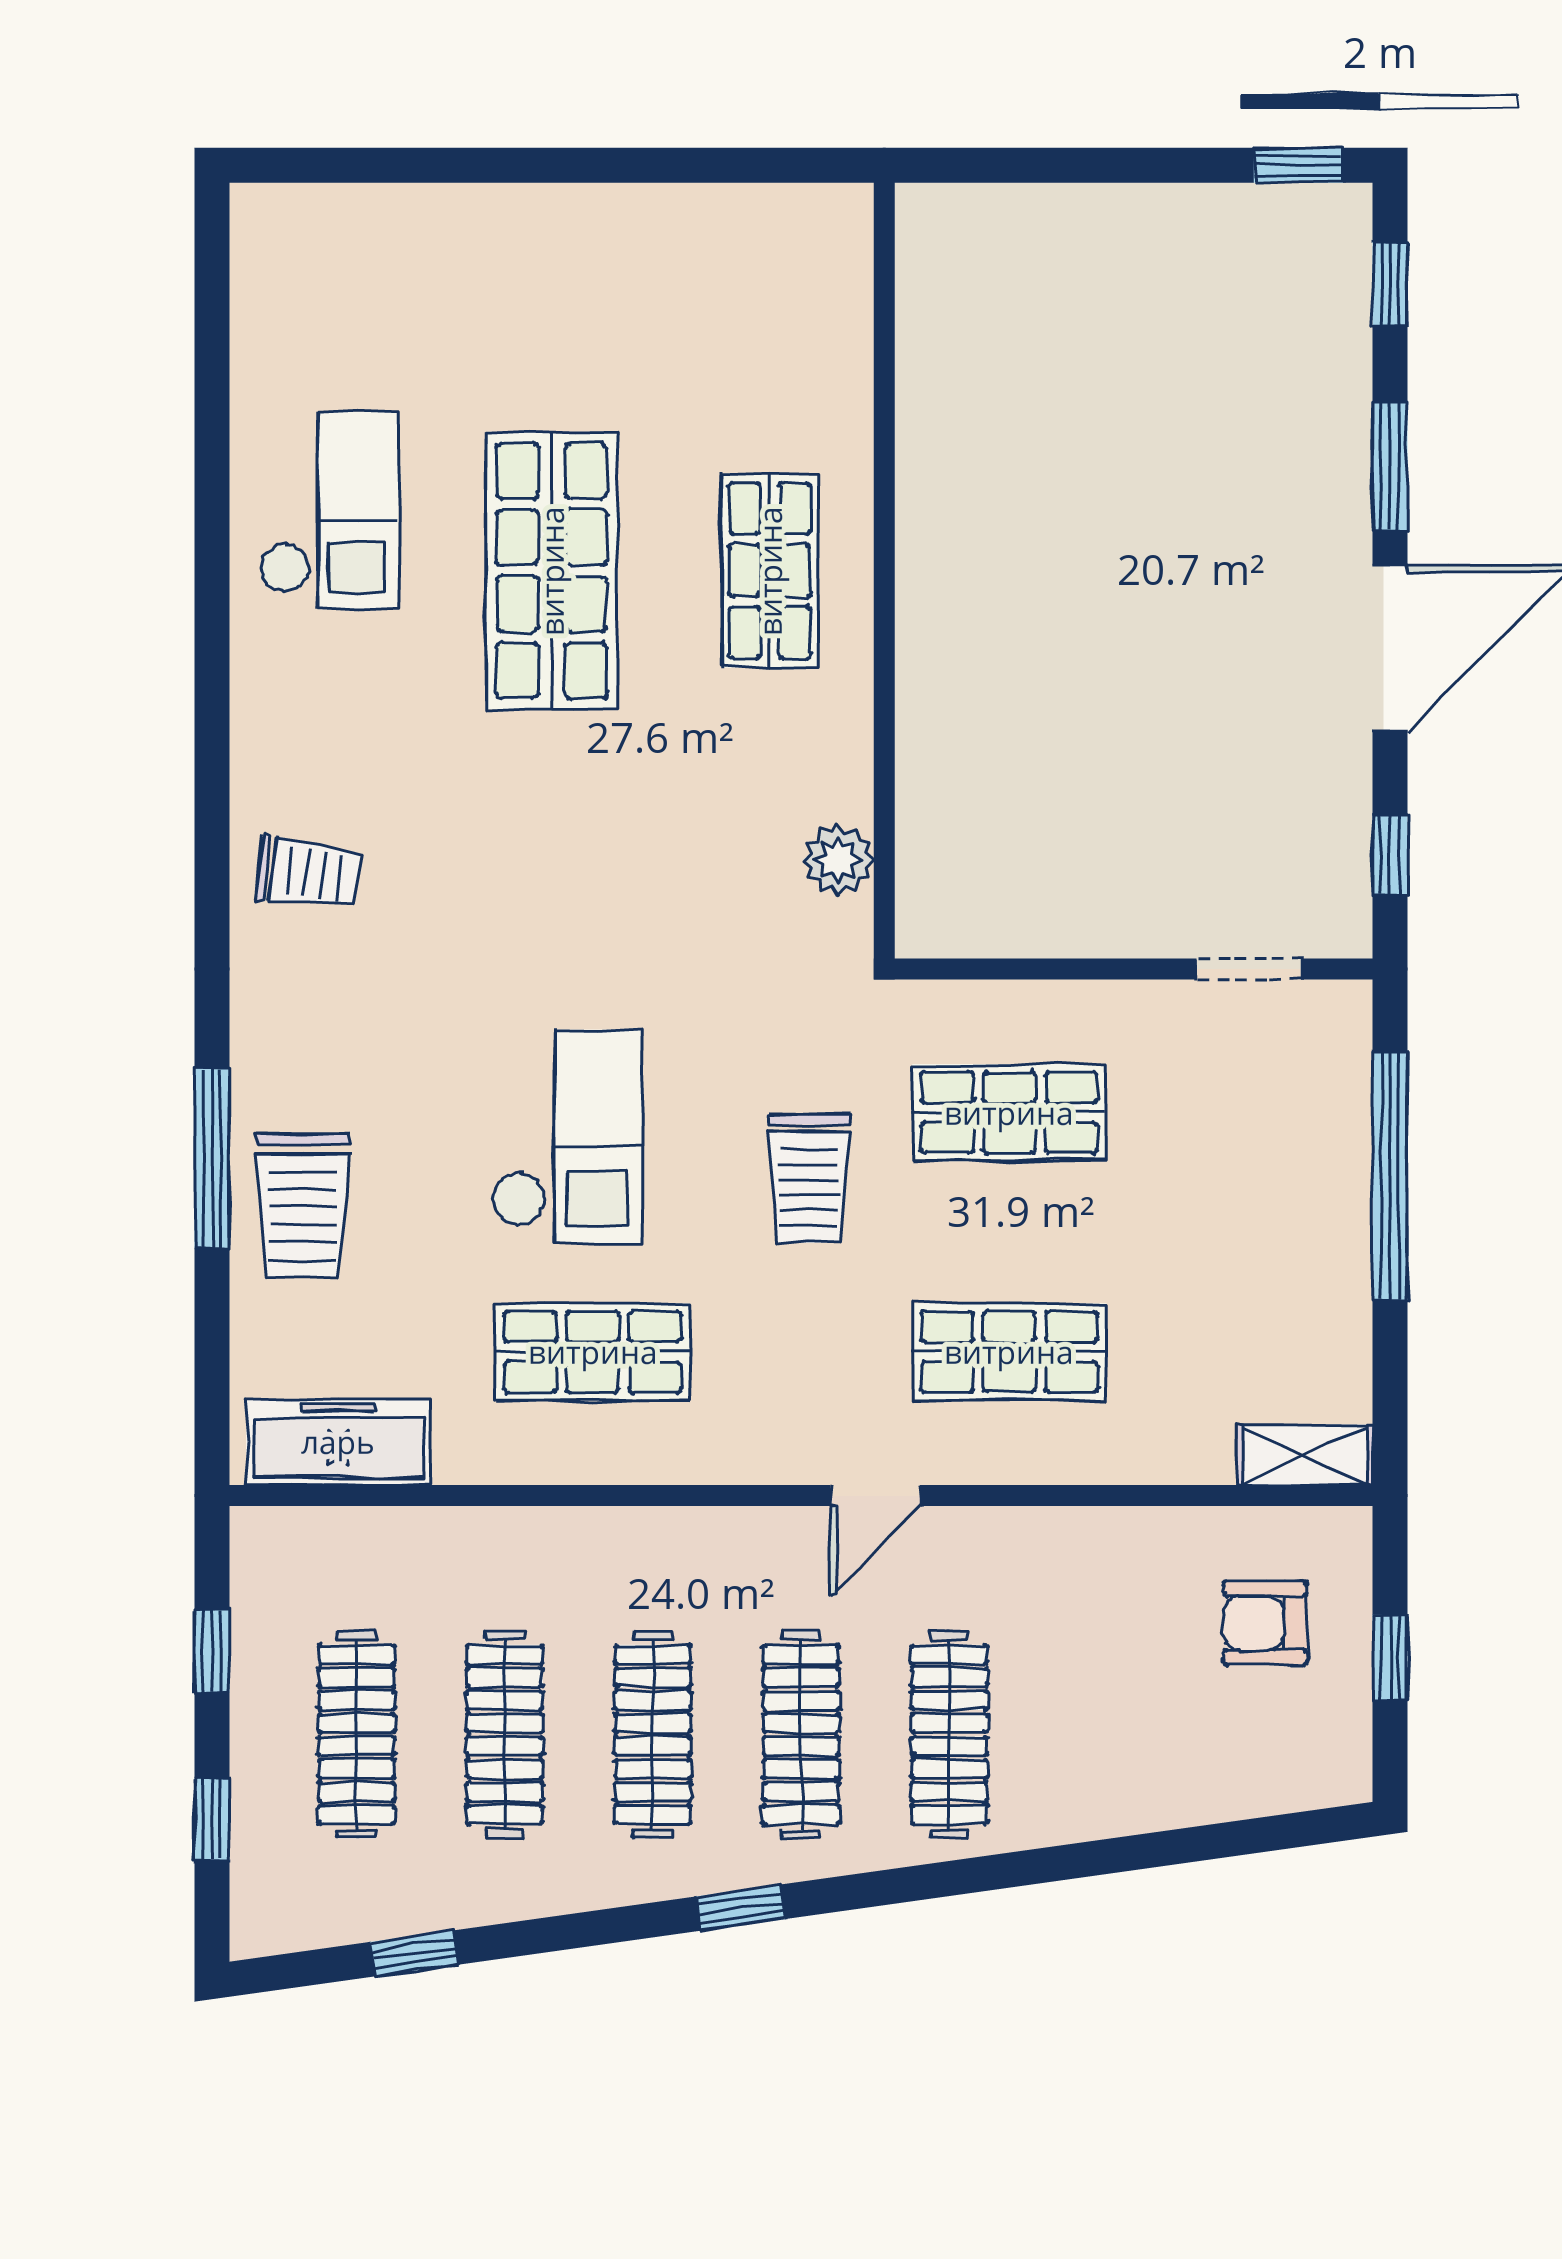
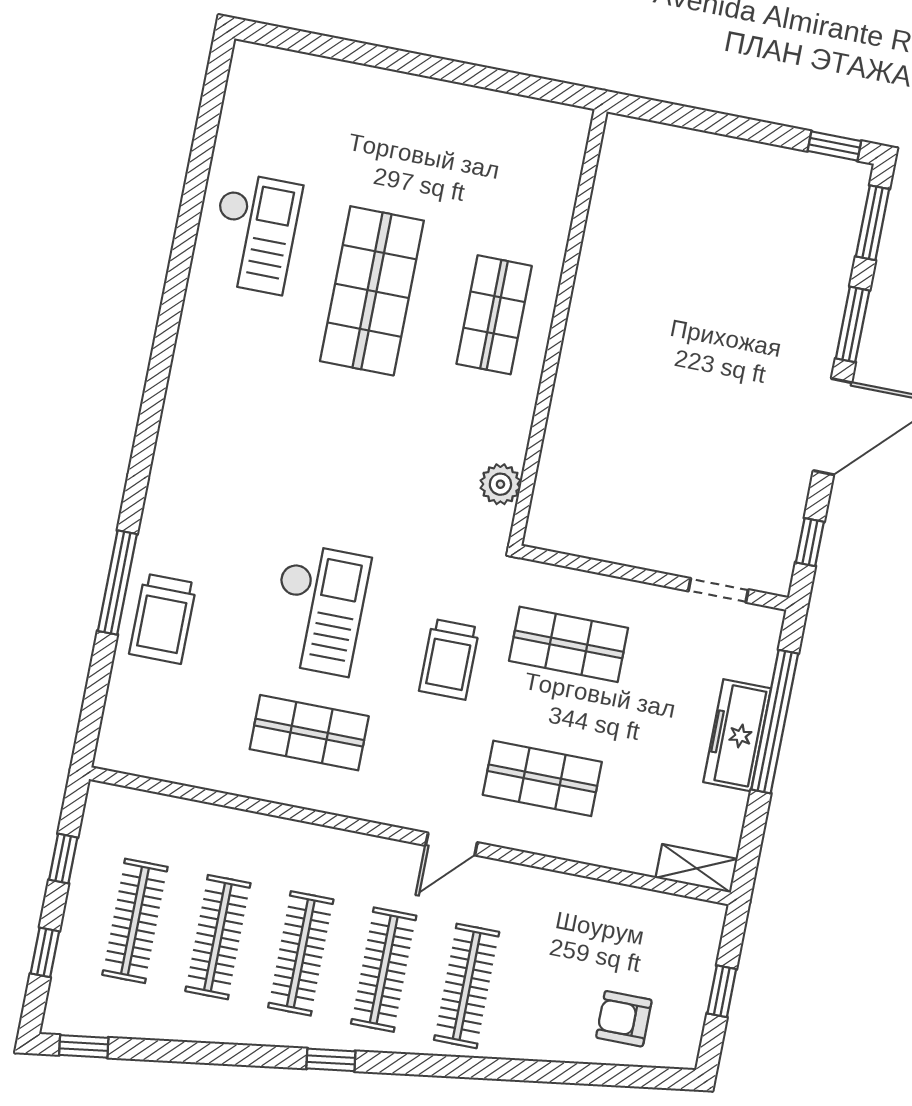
window: (1390, 284) -> (873, 223), width x1.50
trolley: (308, 873) -> (202, 434), removed
freezer: (338, 1442) -> (737, 735), moved, turned -90
armchair: (1265, 1623) -> (624, 1019), moved
window: (414, 1953) -> (84, 1046), moved

